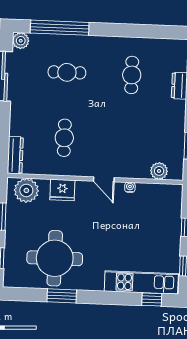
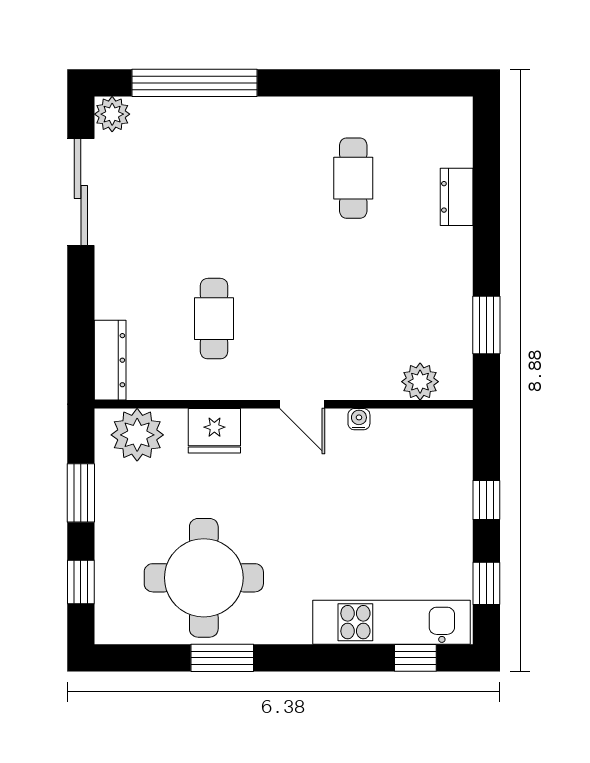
cafe table: (67, 72) -> (214, 178), removed

